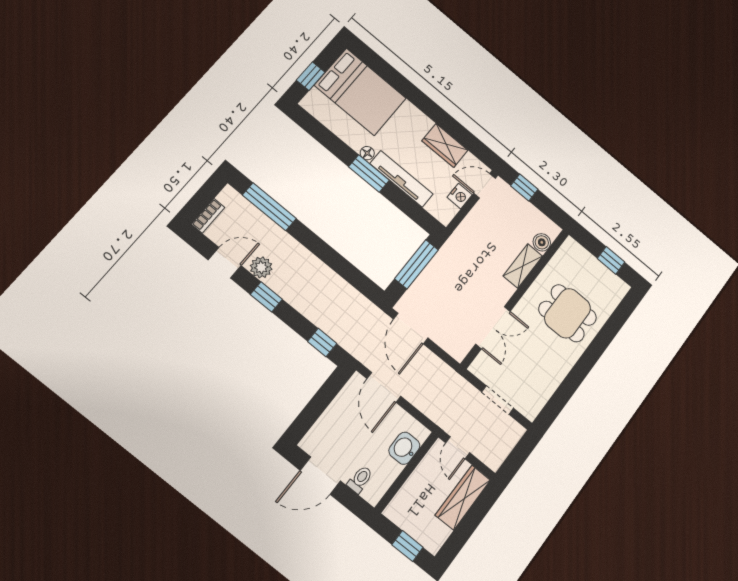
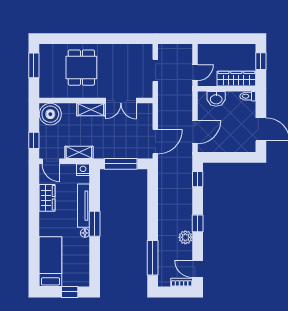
bed: (360, 92) -> (50, 262), width x0.67
nightstand: (460, 196) -> (83, 170), moved
shelving: (469, 227) -> (79, 152), added
boiler: (542, 242) -> (50, 114), width x1.86, depth x1.86
window: (611, 260) -> (34, 65), width x1.50
door: (225, 263) -> (198, 269), moved
shelving: (523, 266) -> (91, 110), moved
double door: (493, 328) -> (121, 101), swing flipped
toilet: (360, 479) -> (248, 96), moved
wardrobe: (463, 498) -> (236, 79), moved, turned 180

